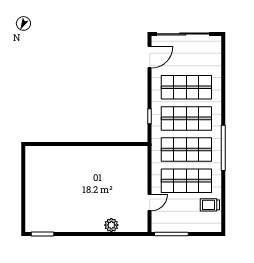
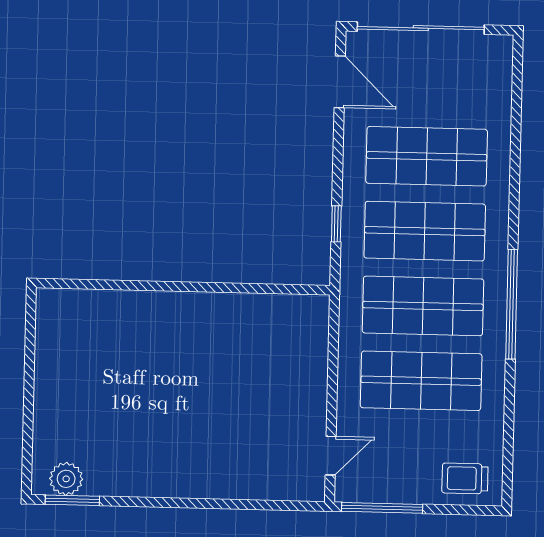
door: (150, 57) -> (340, 82), hinge flipped
door: (150, 203) -> (331, 456), moved
trolley: (210, 205) -> (465, 478), moved
plant: (111, 225) -> (66, 479), moved

